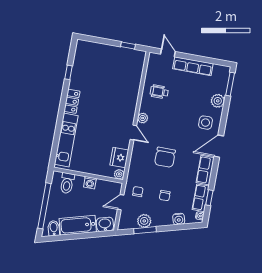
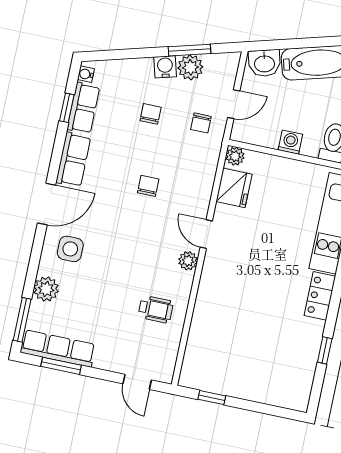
window: (209, 60) -> (61, 366), added
row of seats: (193, 66) -> (58, 348), moved
chair: (165, 157) -> (148, 186), width x0.54, depth x0.54
water cooler: (179, 219) -> (165, 67), moved

